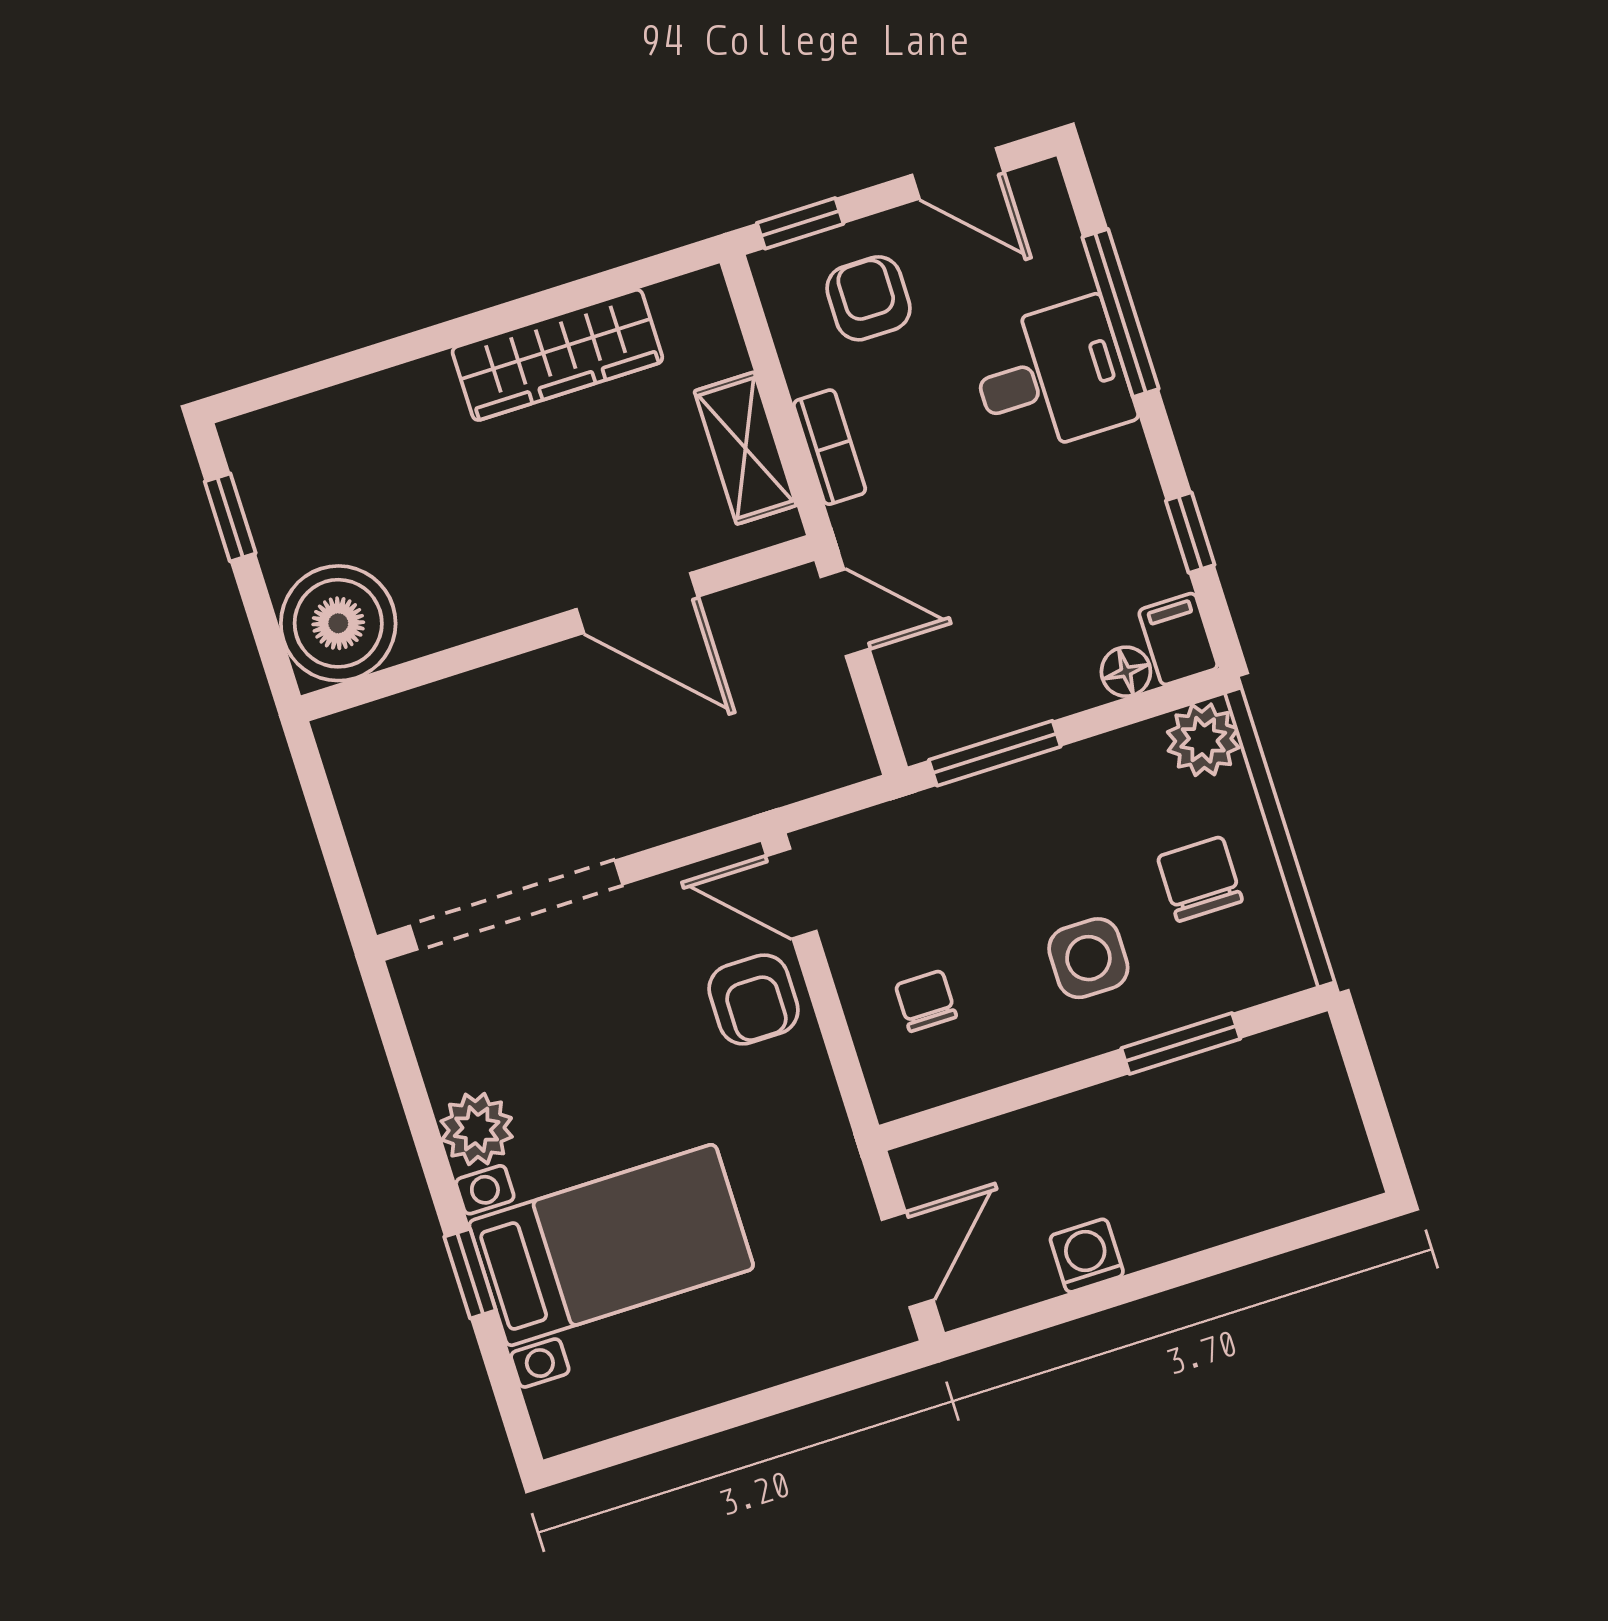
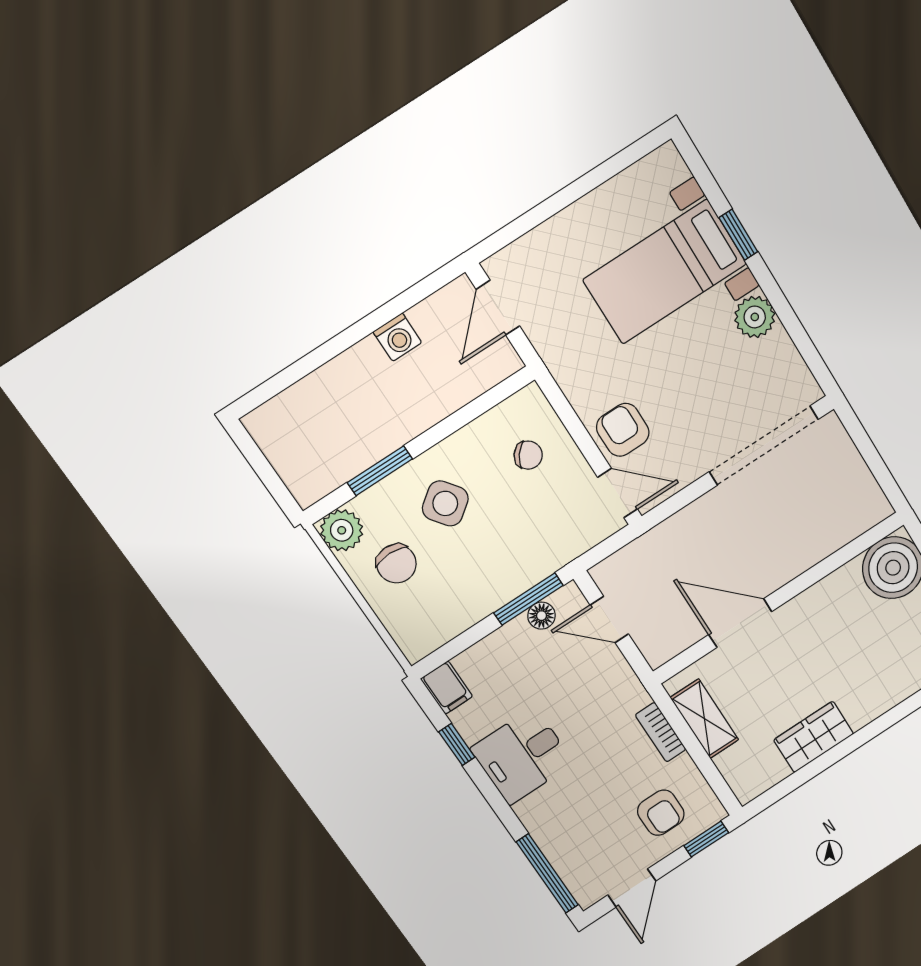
door: (958, 173) -> (632, 888), swing flipped
window: (1121, 313) -> (547, 873), moved
wardrobe: (557, 355) -> (814, 737), width x0.67
desk: (1052, 377) -> (522, 756), moved
door: (845, 613) -> (609, 620), moved
floor lamp: (1126, 672) -> (541, 616), moved
plant: (1203, 740) -> (342, 530), moved
side table: (1088, 958) -> (445, 503), turned -37
chair: (926, 1001) -> (528, 455), turned -53

